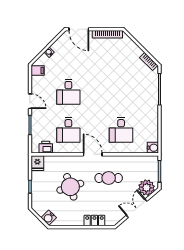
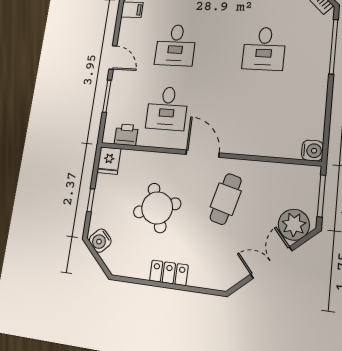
desk: (121, 130) -> (264, 49), moved
cafe table: (109, 178) -> (226, 199), turned -75
water cooler: (49, 218) -> (100, 241), moved
locker: (94, 221) -> (169, 273), moved

